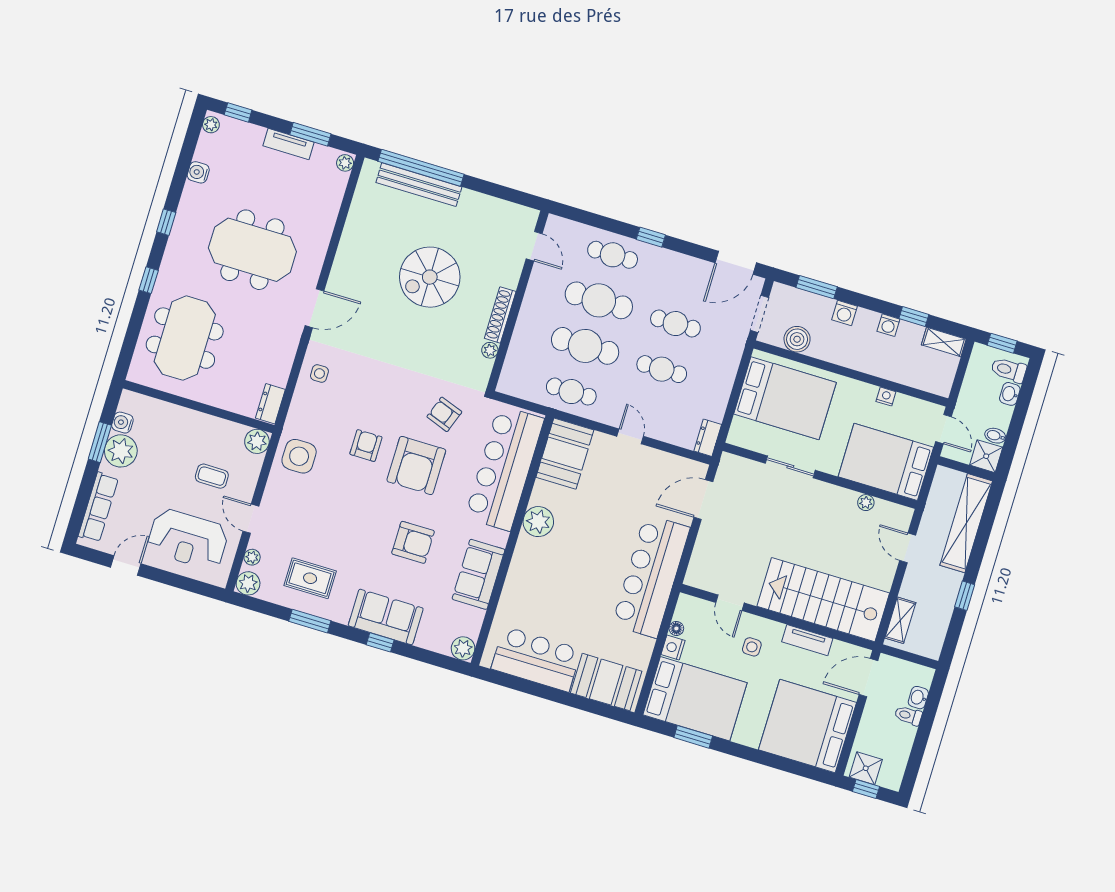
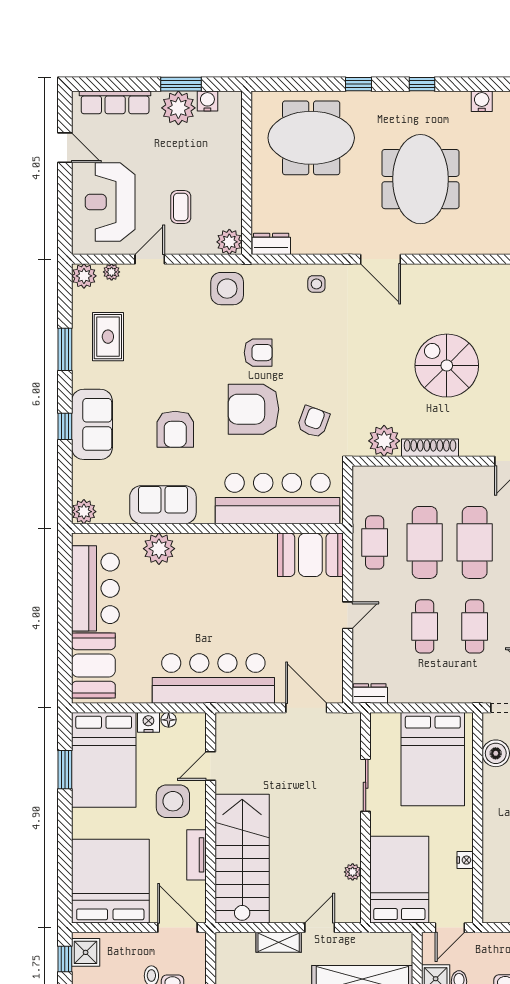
plant: (490, 350) -> (384, 441), width x1.87, depth x1.87
plant: (538, 522) -> (159, 549), moved
shelving: (900, 620) -> (279, 942), moved
side table: (752, 647) -> (173, 801), width x1.87, depth x1.87

